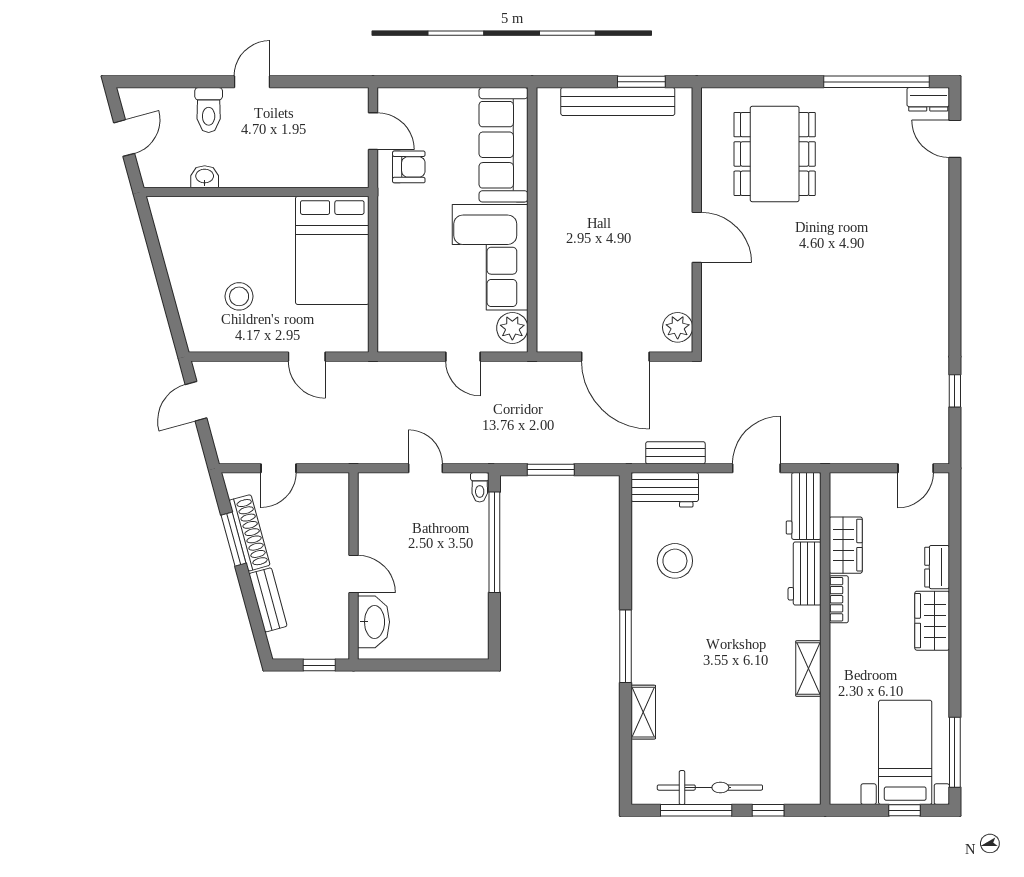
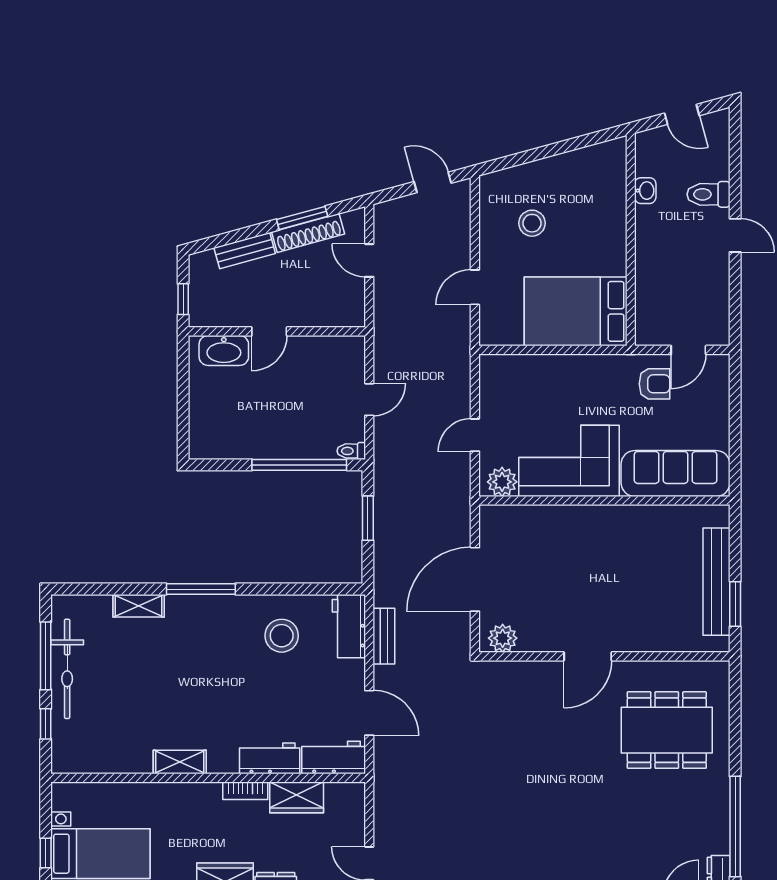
armchair: (409, 167) -> (655, 384), turned -90

